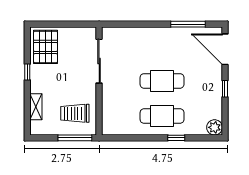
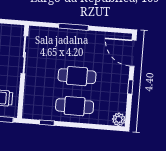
window: (188, 24) -> (73, 27), moved
window: (176, 138) -> (47, 123), moved

